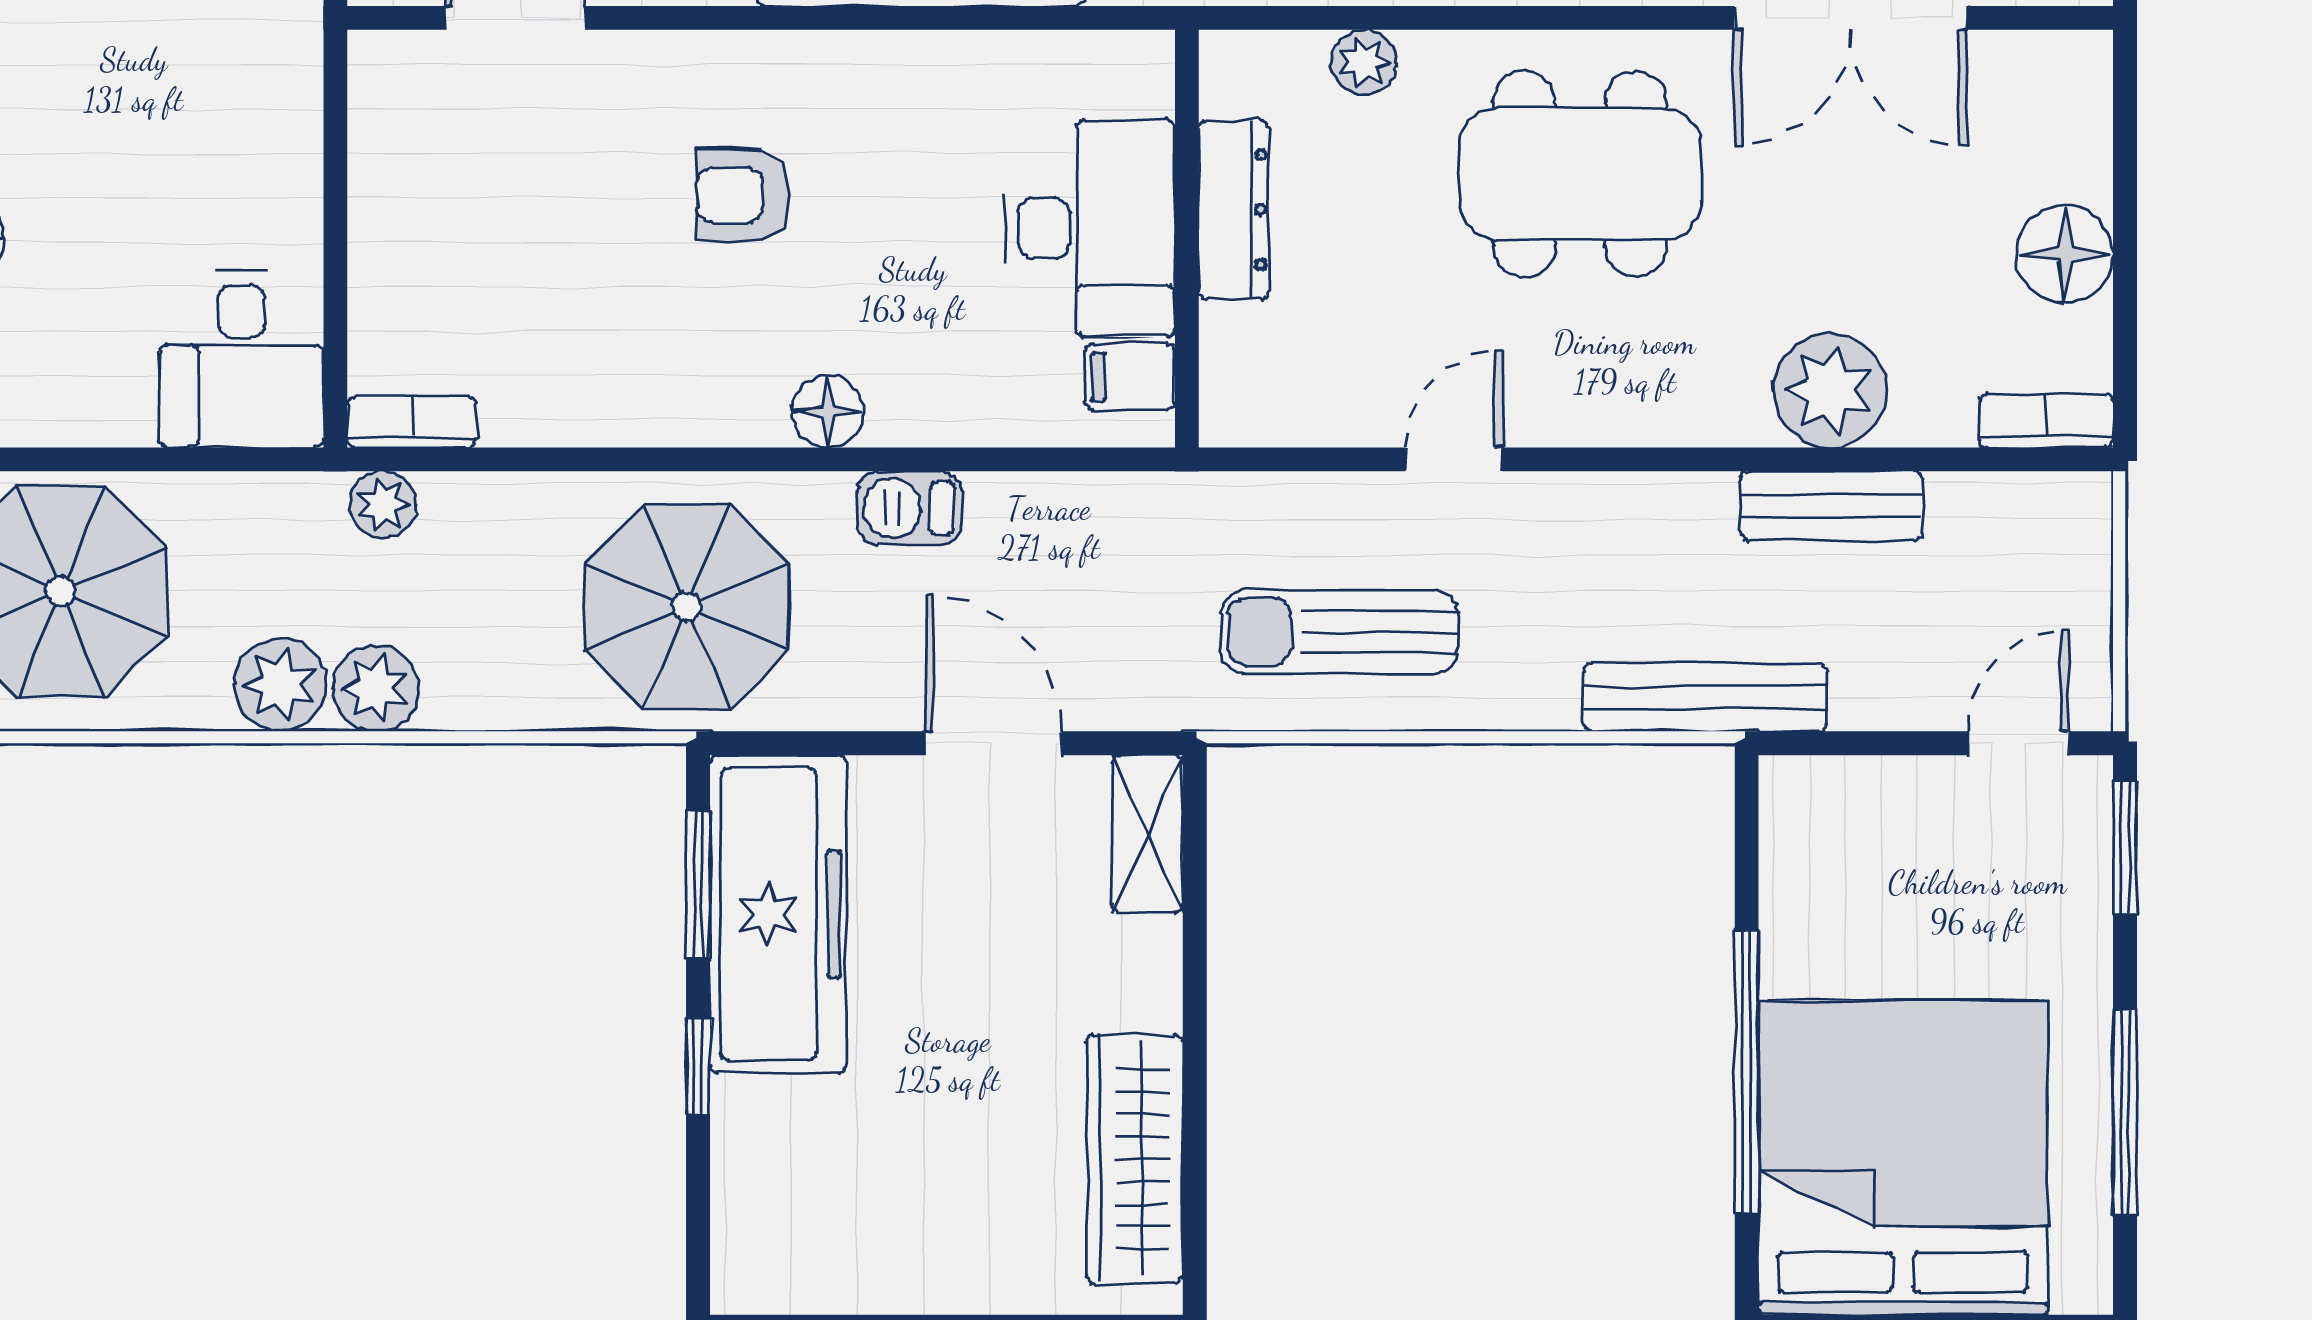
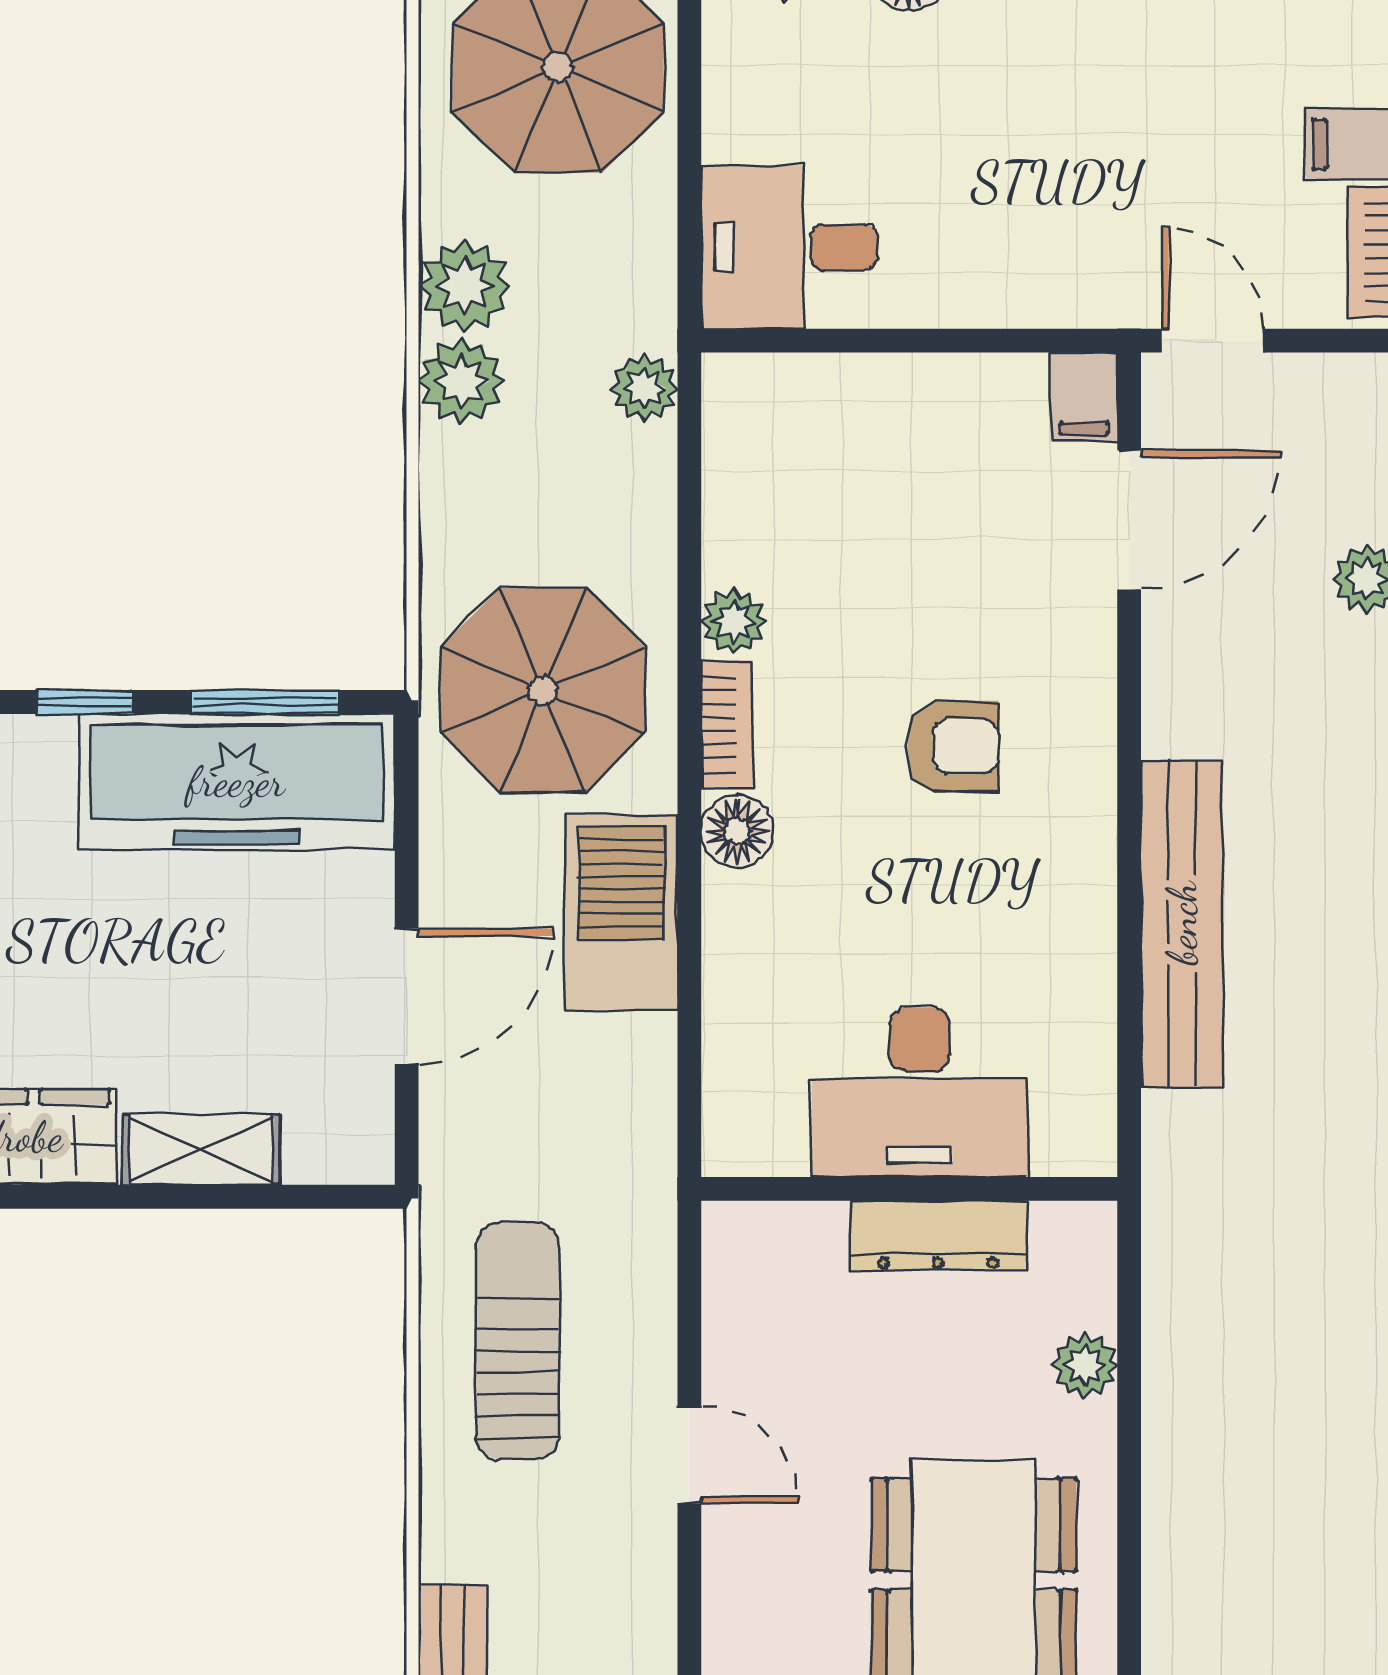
armchair: (743, 195) -> (953, 747), turned 90
filing cabinet: (1130, 377) -> (1084, 397), moved, turned 180
plant: (617, 415) -> (734, 622), added
bookcase: (412, 422) -> (727, 725), moved
barbecue: (909, 508) -> (621, 912), width x1.88, depth x1.53
shelving: (1147, 834) -> (201, 1150), moved

